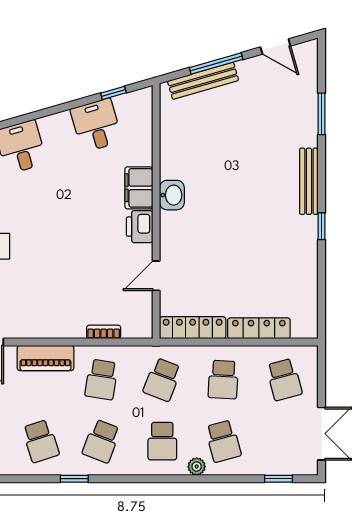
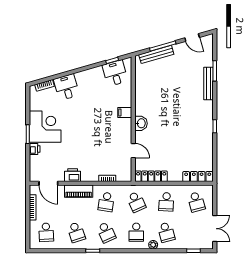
desk: (96, 125) -> (115, 73), moved
bench: (309, 181) -> (209, 84), moved
filing cabinet: (139, 188) -> (125, 112), width x0.50
washbasin: (172, 195) -> (141, 123), moved
printer: (140, 227) -> (73, 175), moved, turned 90
door: (156, 276) -> (133, 151), swing flipped
locker: (259, 328) -> (198, 177), moved
school desk: (162, 380) -> (136, 202), turned -45
school desk: (101, 441) -> (106, 232), turned -45

